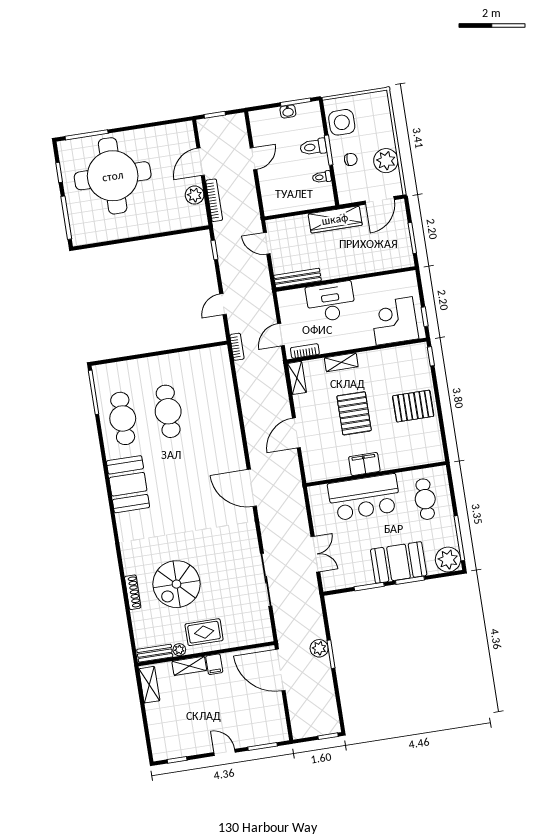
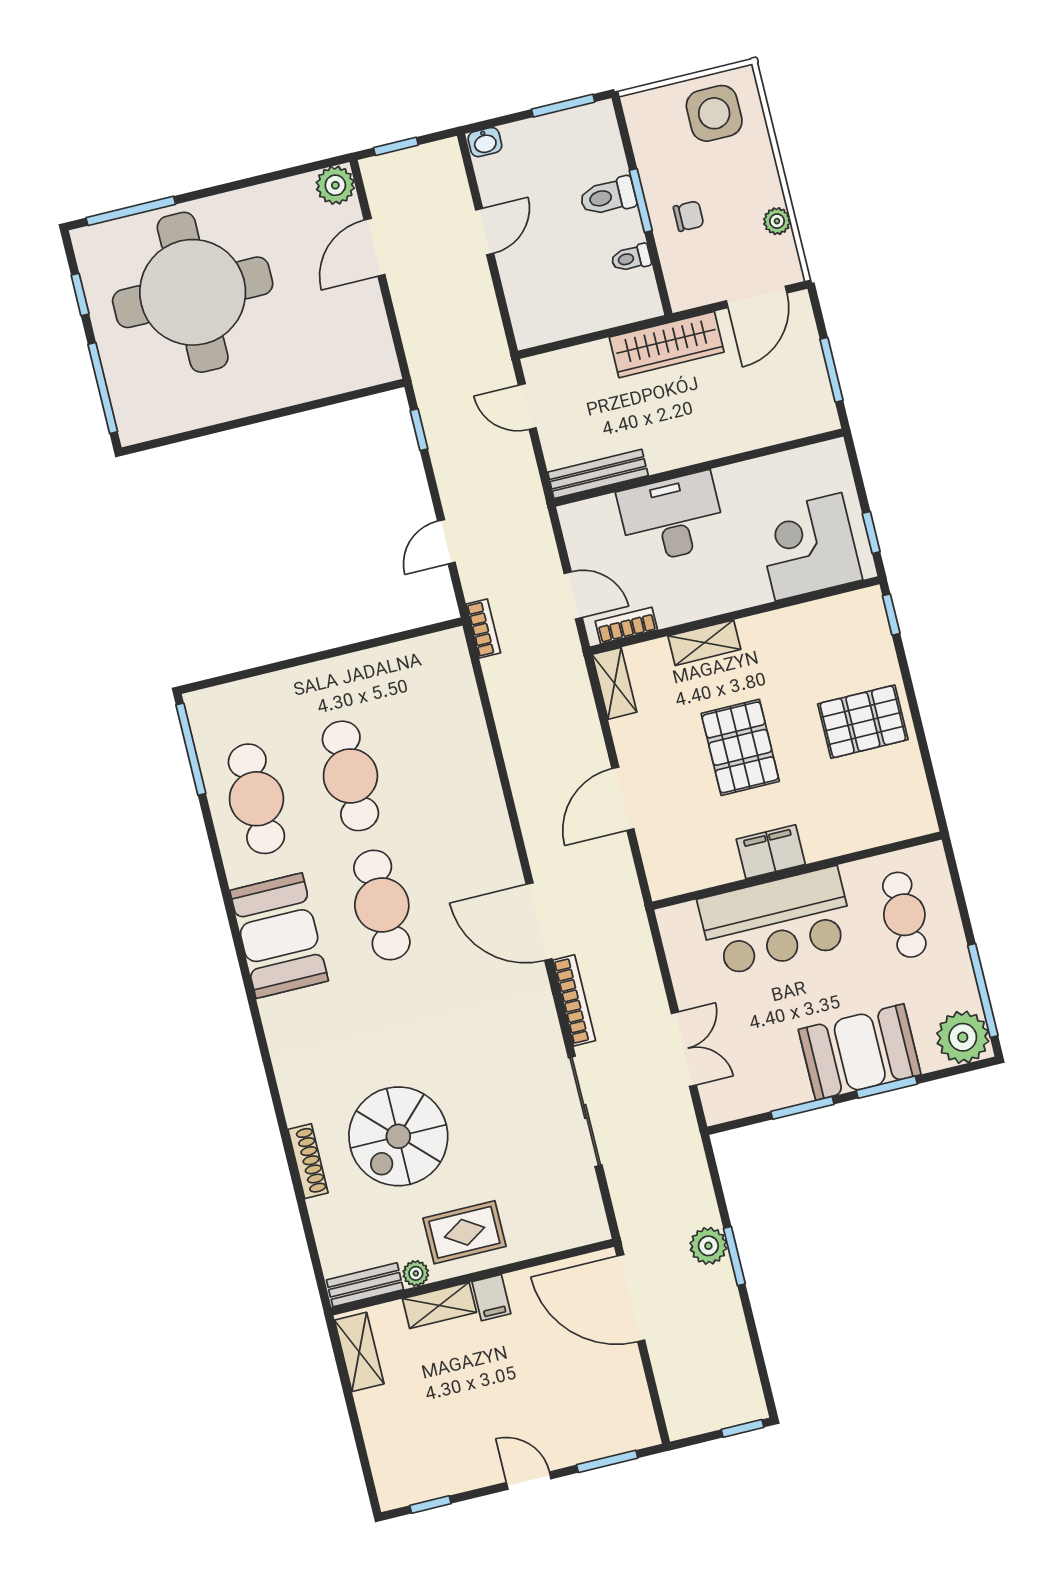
washbasin: (288, 111) -> (485, 142), moved
side table: (342, 122) -> (714, 113), moved
plant: (386, 161) -> (777, 221), width x0.53, depth x0.53
plant: (195, 195) -> (335, 185), moved
bookcase: (214, 200) -> (574, 1000), moved
door: (281, 335) -> (573, 595), swing flipped
cafe table: (178, 474) -> (382, 905), added

